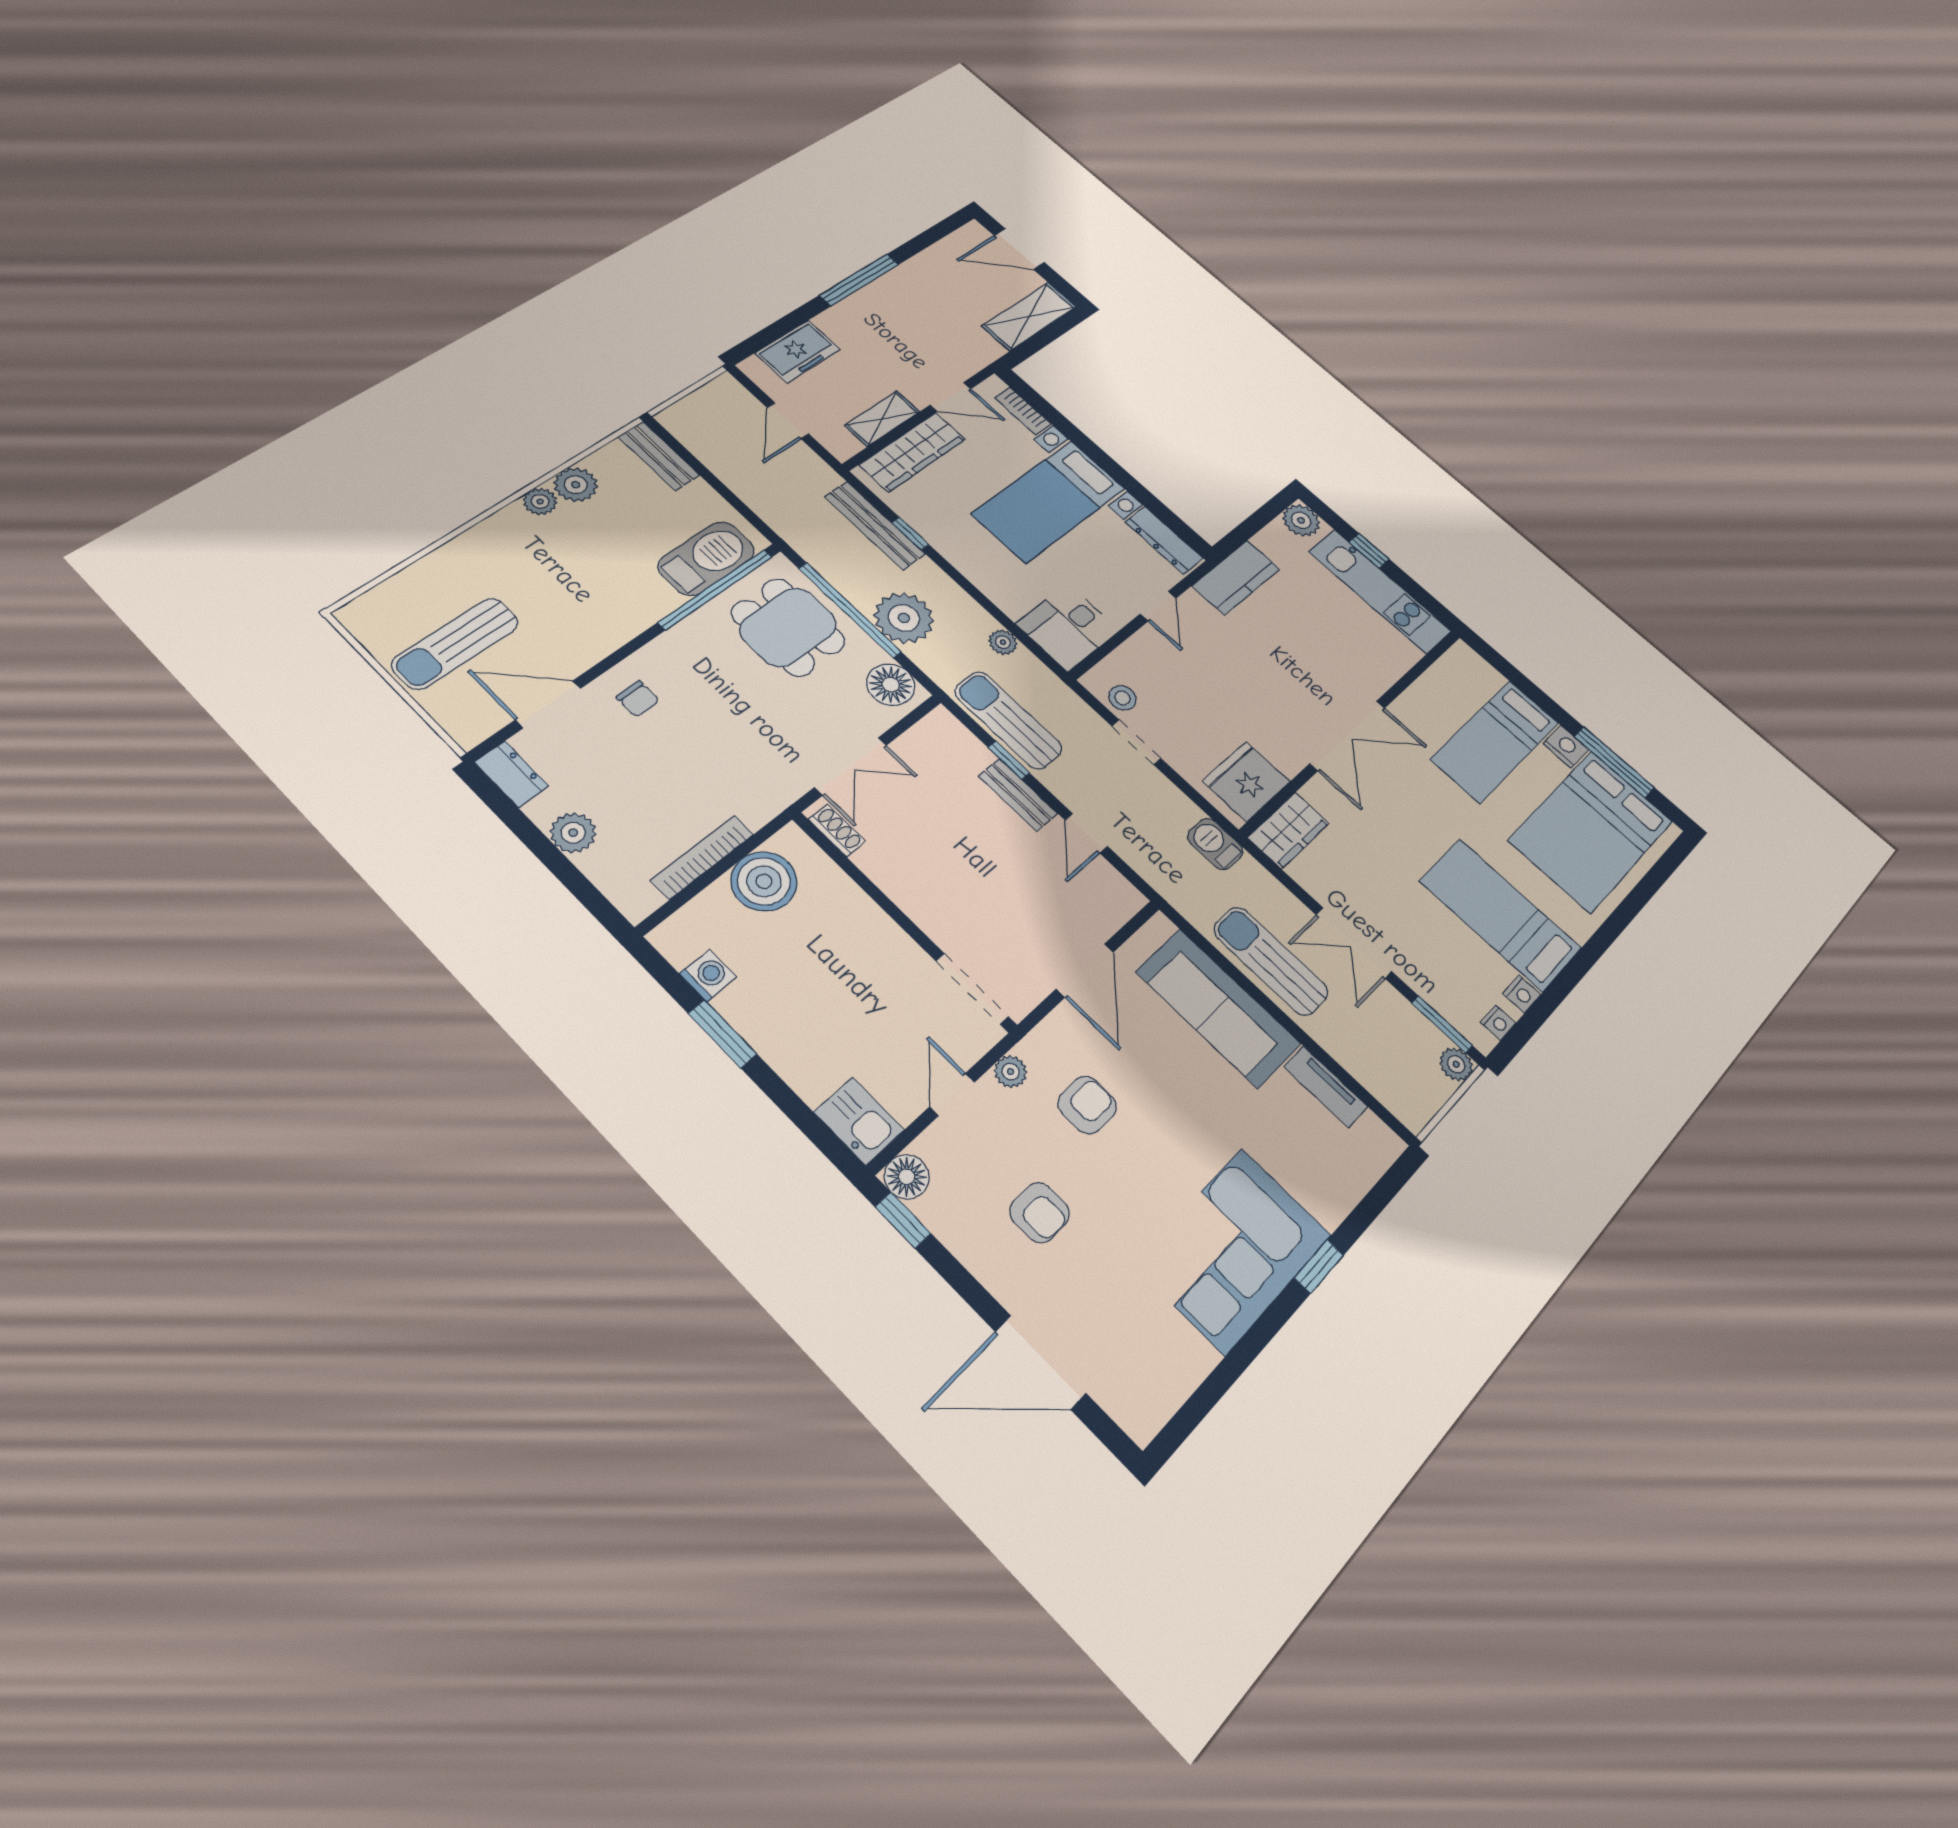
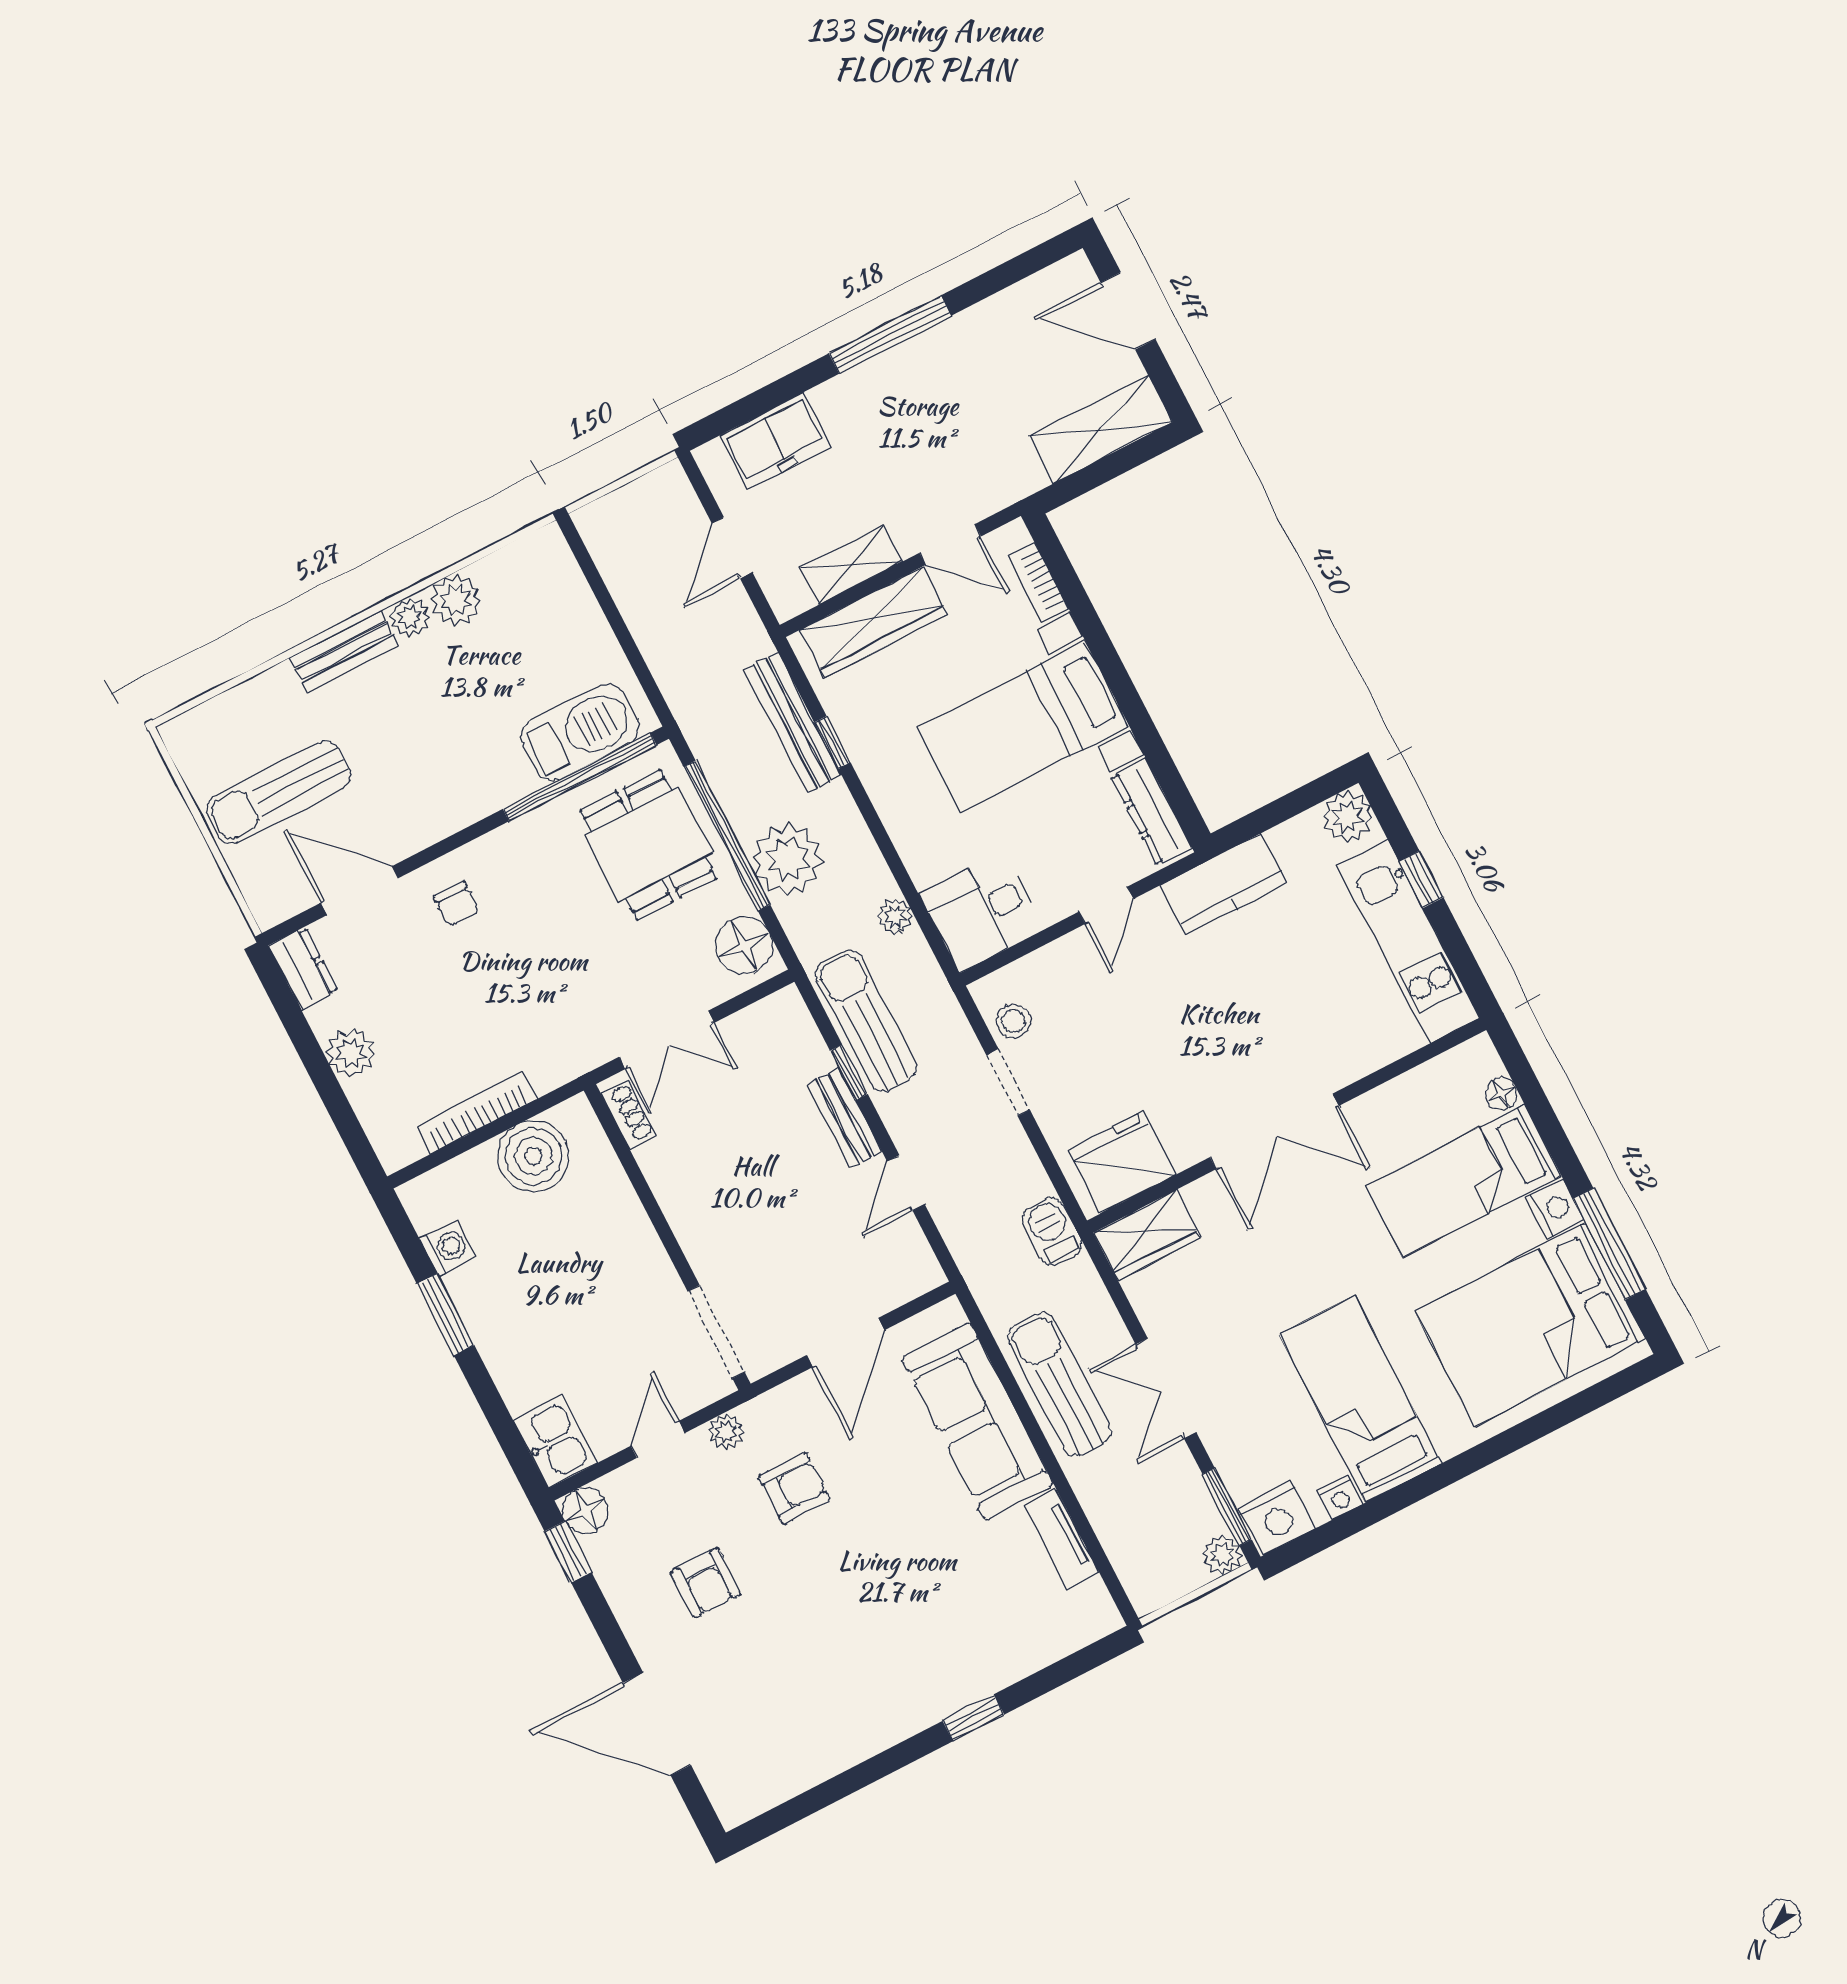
bench: (659, 456) -> (344, 651), moved, turned 90
floor lamp: (1491, 677) -> (1501, 1094), added
nightstand: (1498, 1023) -> (1277, 1518), width x1.89, depth x1.79
corner sofa: (1234, 1250) -> (891, 1676), removed

